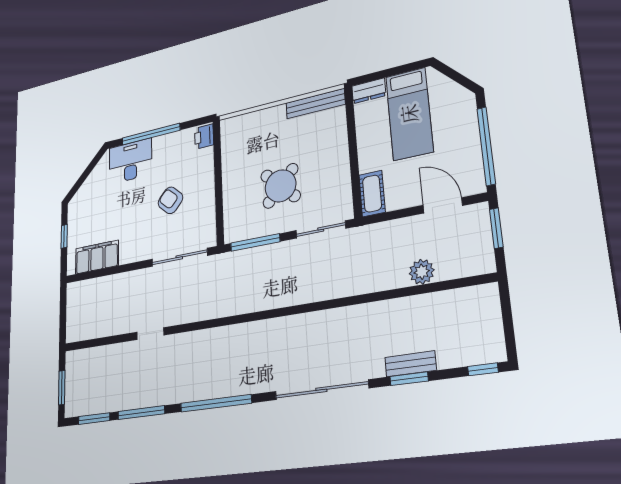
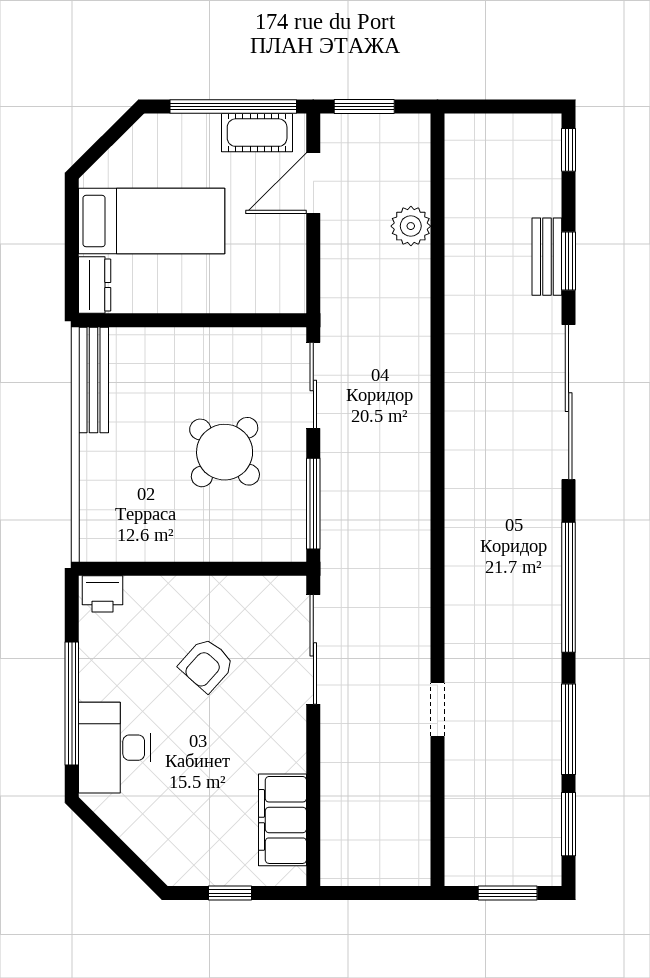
cot: (372, 194) -> (257, 133), moved

